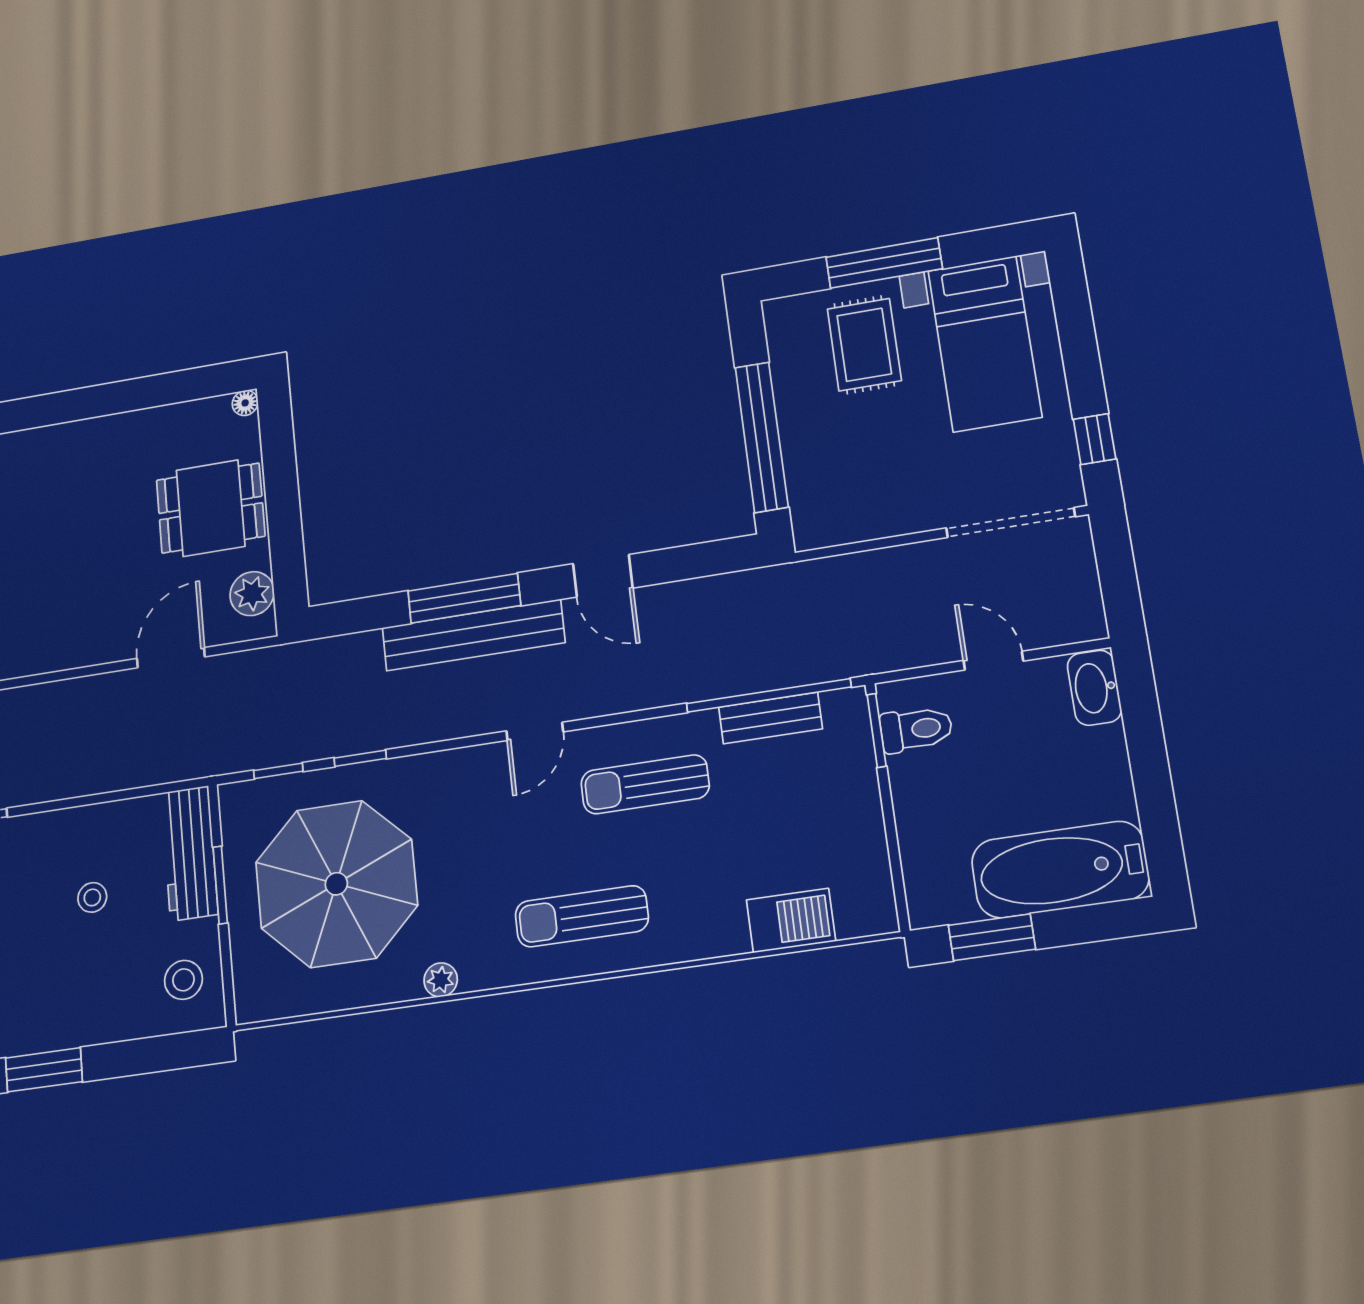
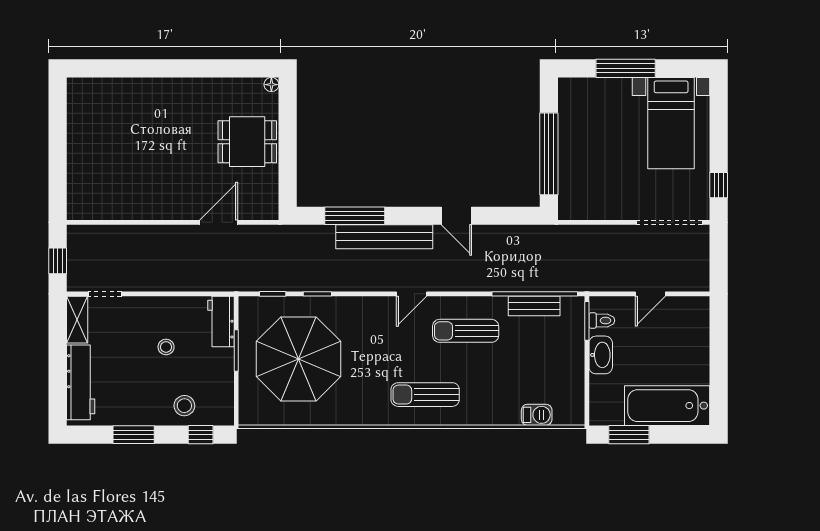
rug: (864, 345) -> (609, 112), removed
plant: (252, 594) -> (266, 194), removed
window: (464, 598) -> (355, 216), moved
door: (993, 661) -> (650, 294), swing flipped
washbasin: (1094, 688) -> (601, 355), moved, turned 180
toilet: (916, 729) -> (602, 320), width x0.73, depth x0.72
workbench: (190, 853) -> (221, 321), width x0.73
barbecue: (791, 921) -> (537, 415), width x0.73, depth x0.79
stool: (183, 980) -> (184, 406), moved
plant: (441, 980) -> (349, 417), removed
window: (167, 1053) -> (201, 435), added

